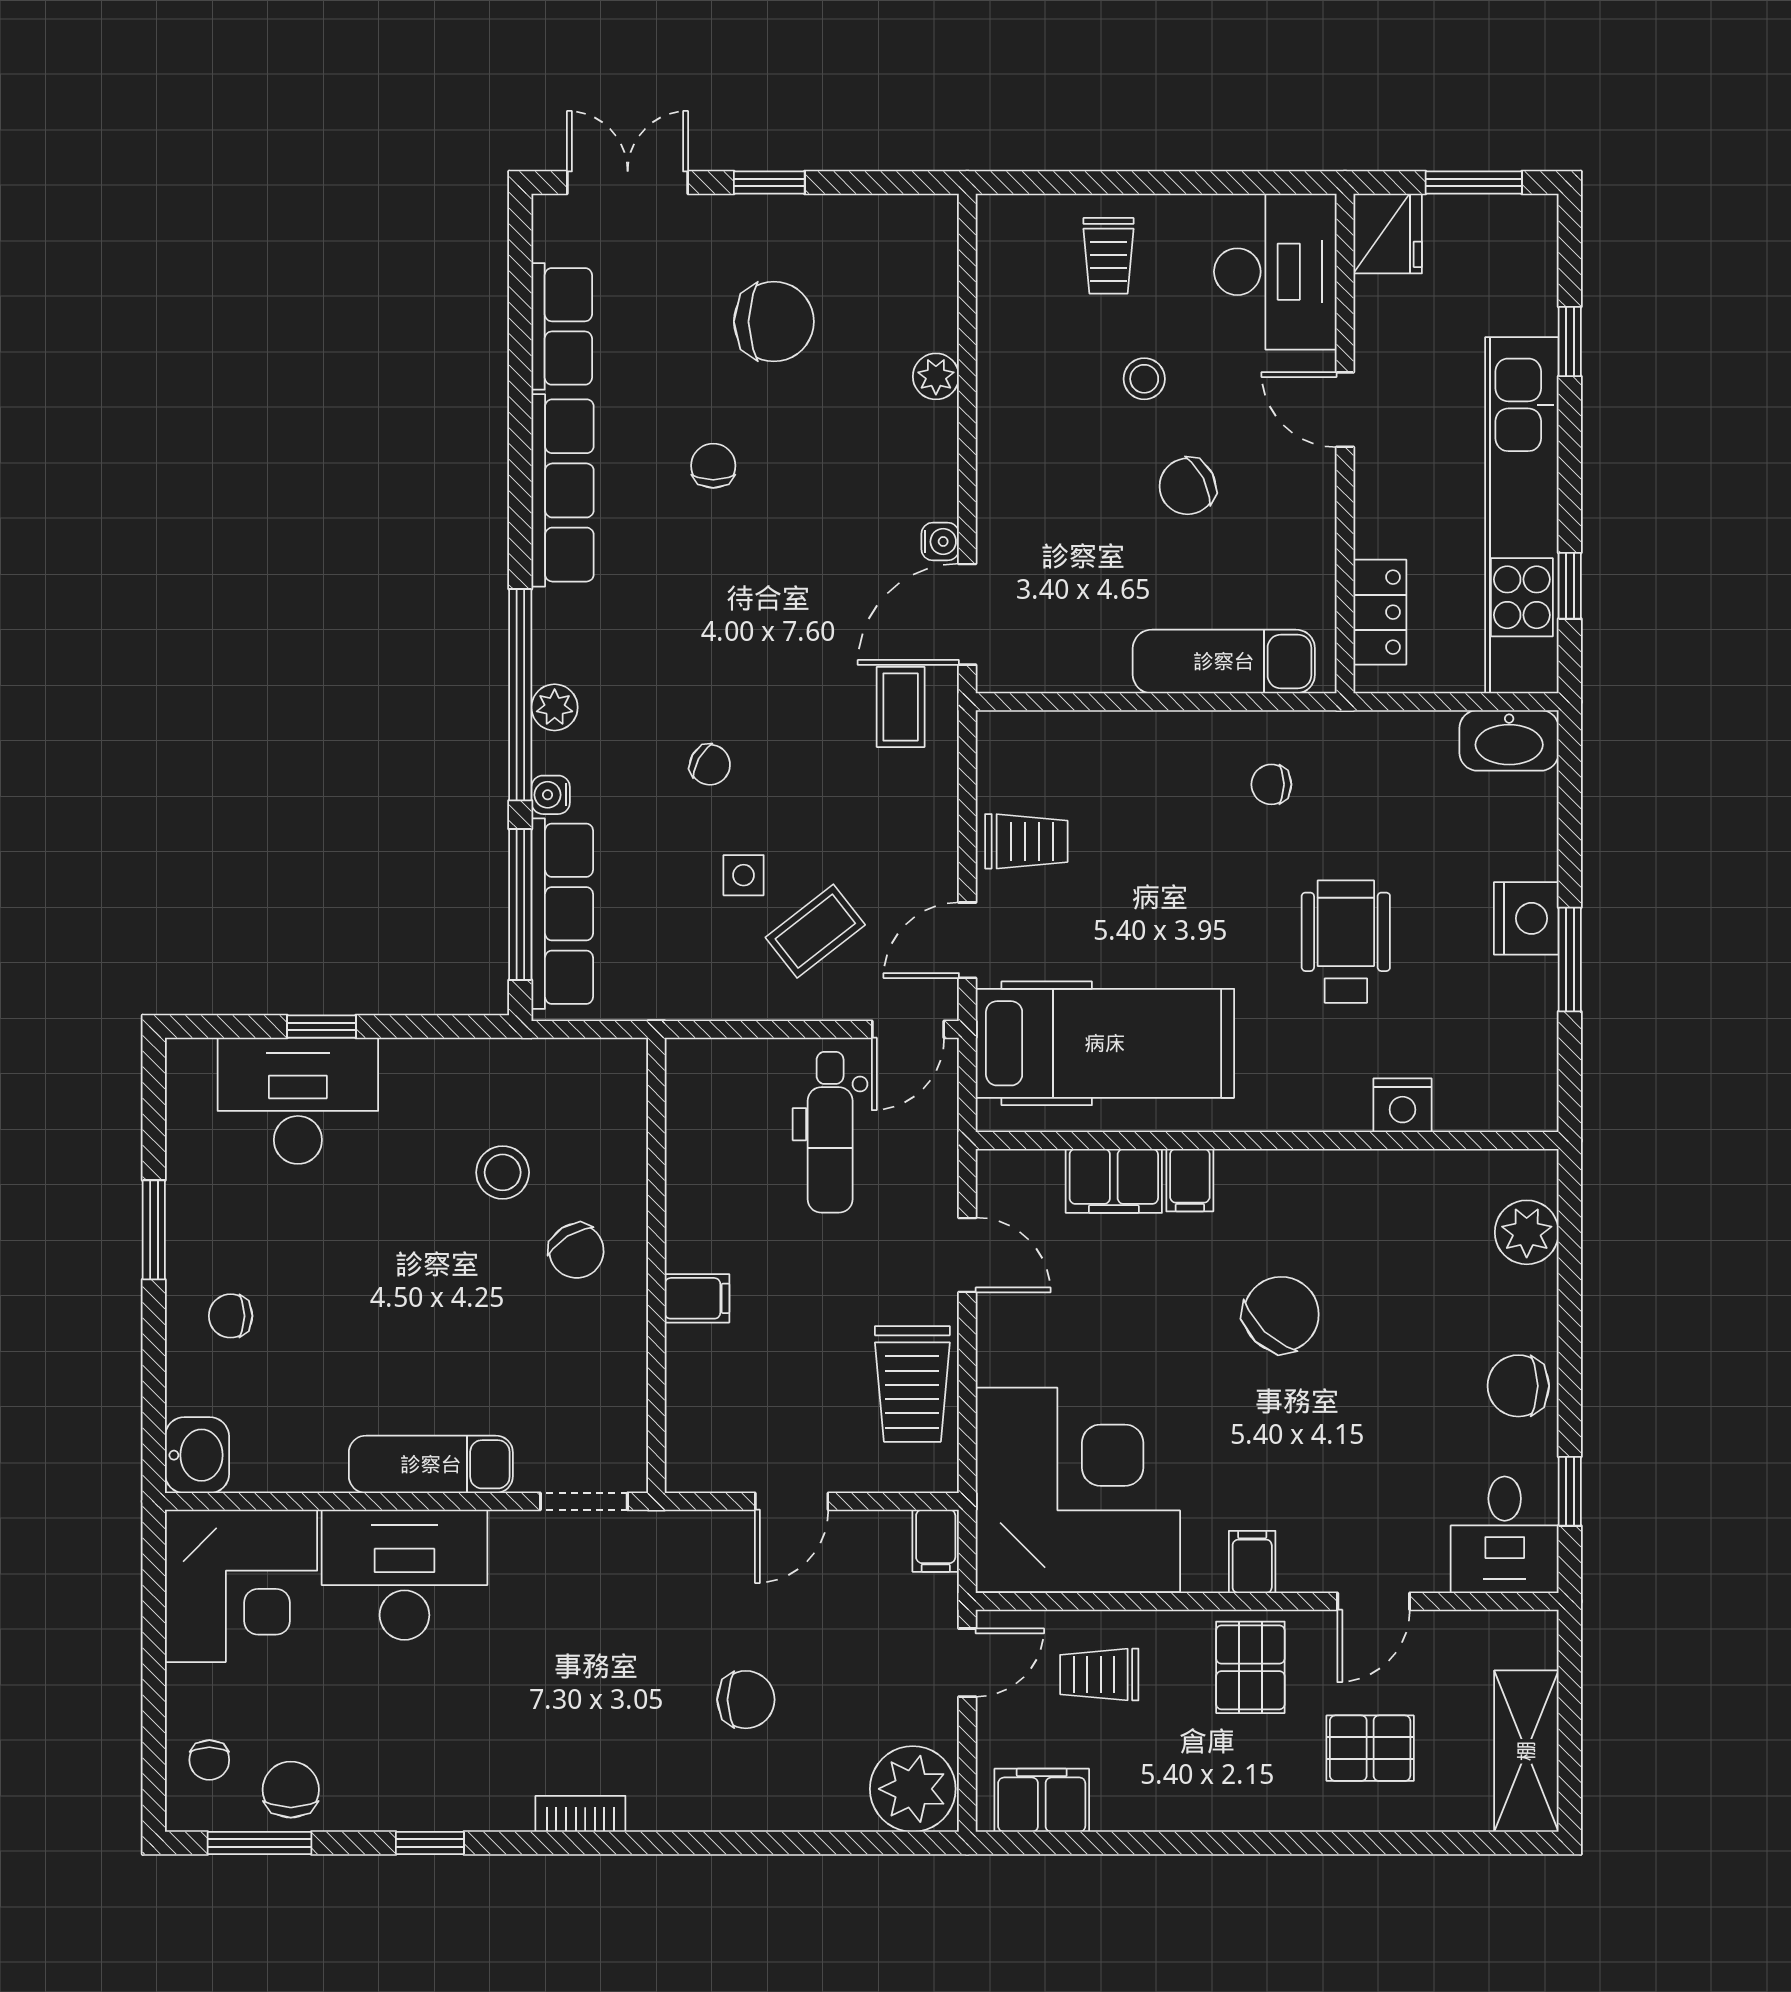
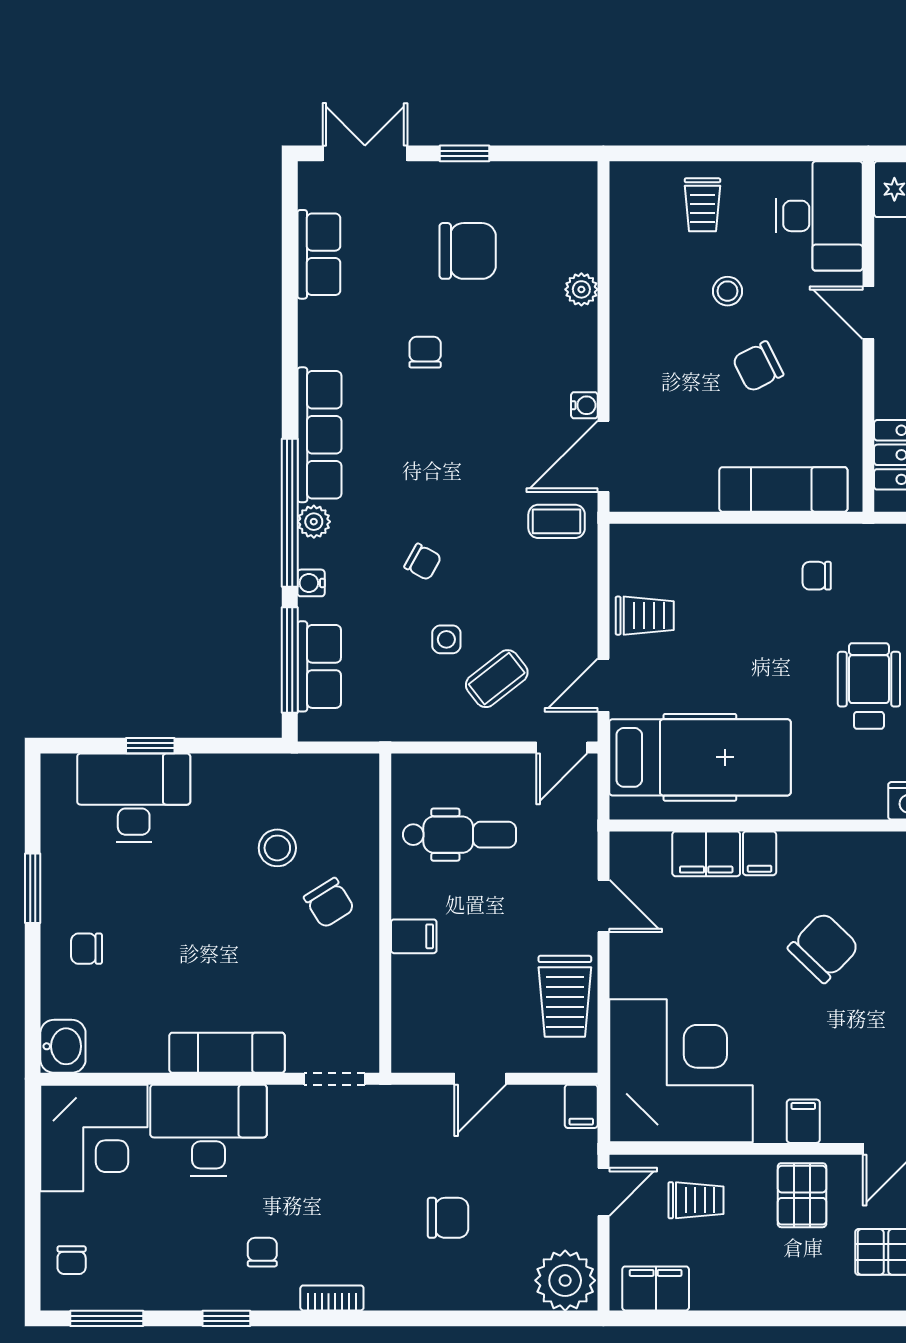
row of seats: (563, 490) -> (319, 435), moved
coffee table: (901, 707) -> (557, 521), turned 90
row of seats: (562, 914) -> (319, 666), width x0.68
dental chair: (830, 1132) -> (459, 835), moved, turned -90
trolley: (1099, 1675) -> (696, 1200), turned 180
chair: (291, 1790) -> (262, 1252), moved, width x0.73, depth x0.73

